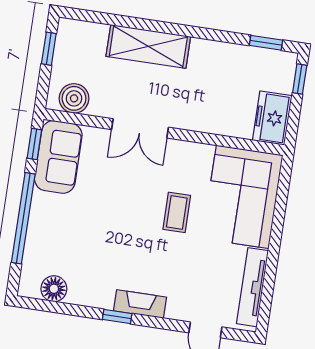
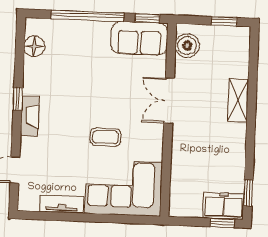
shelving: (148, 46) -> (238, 100), width x0.67, depth x0.75
freezer: (272, 118) -> (224, 206), moved
tv unit: (253, 287) -> (62, 204), width x0.71

